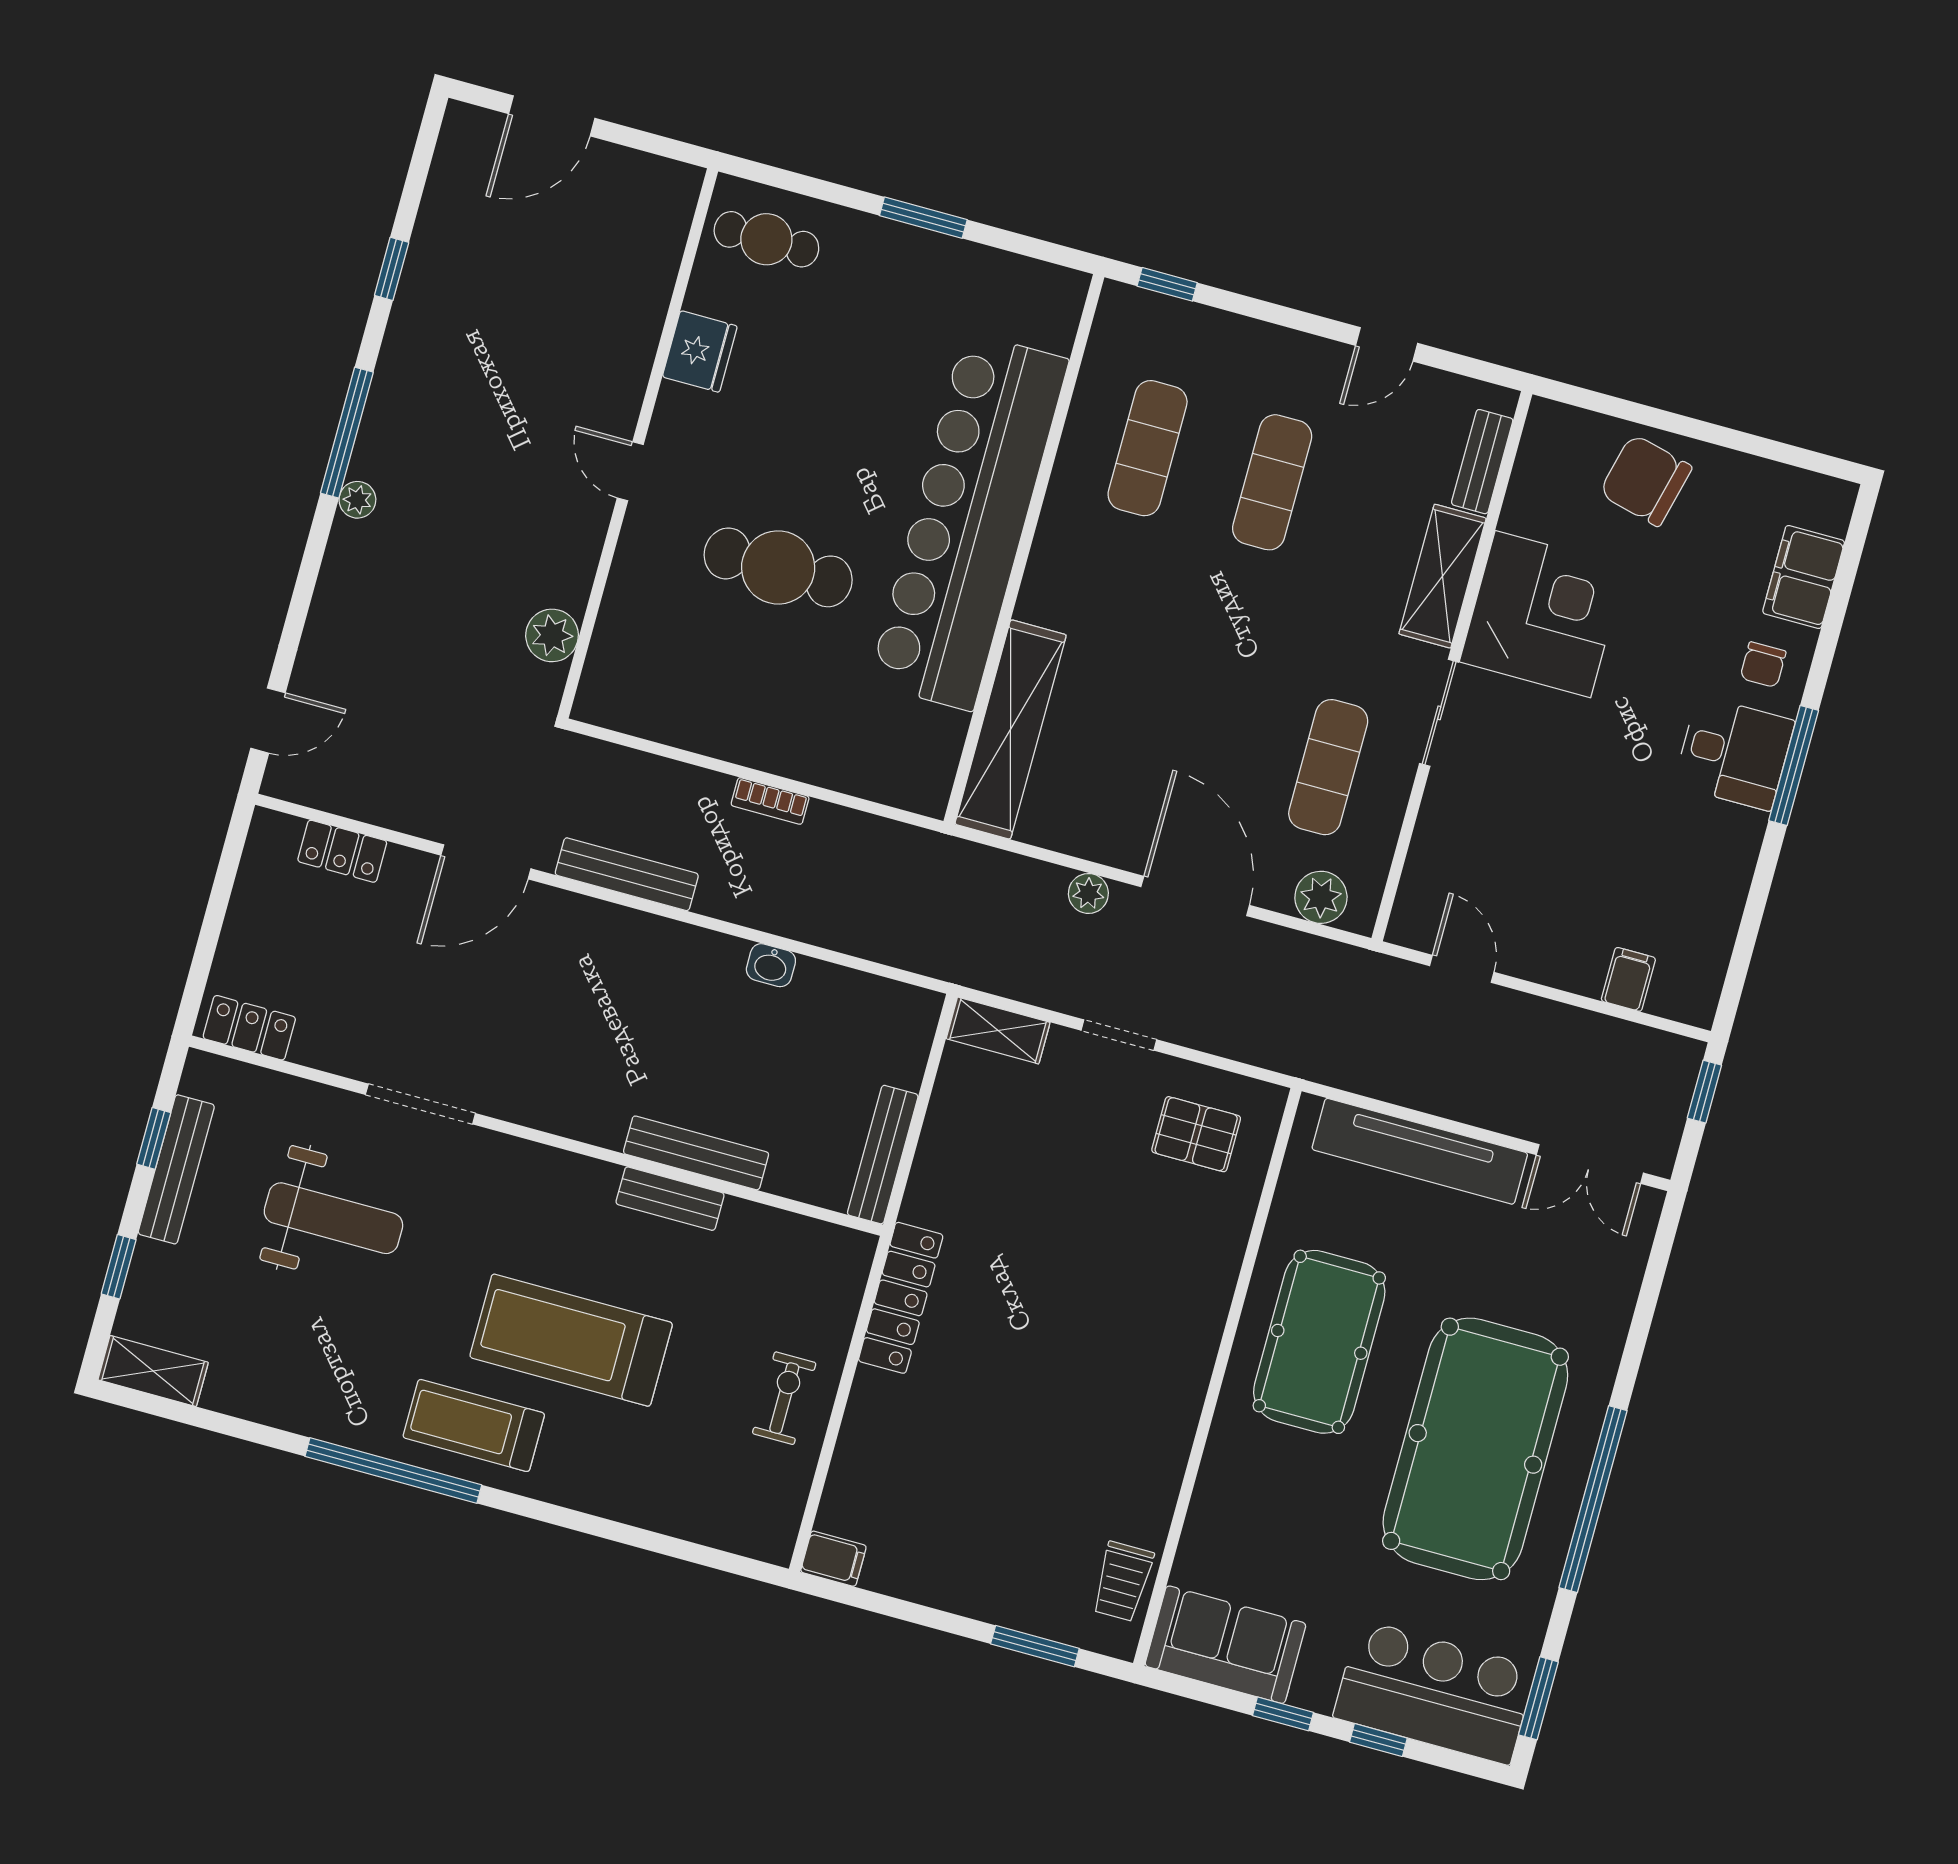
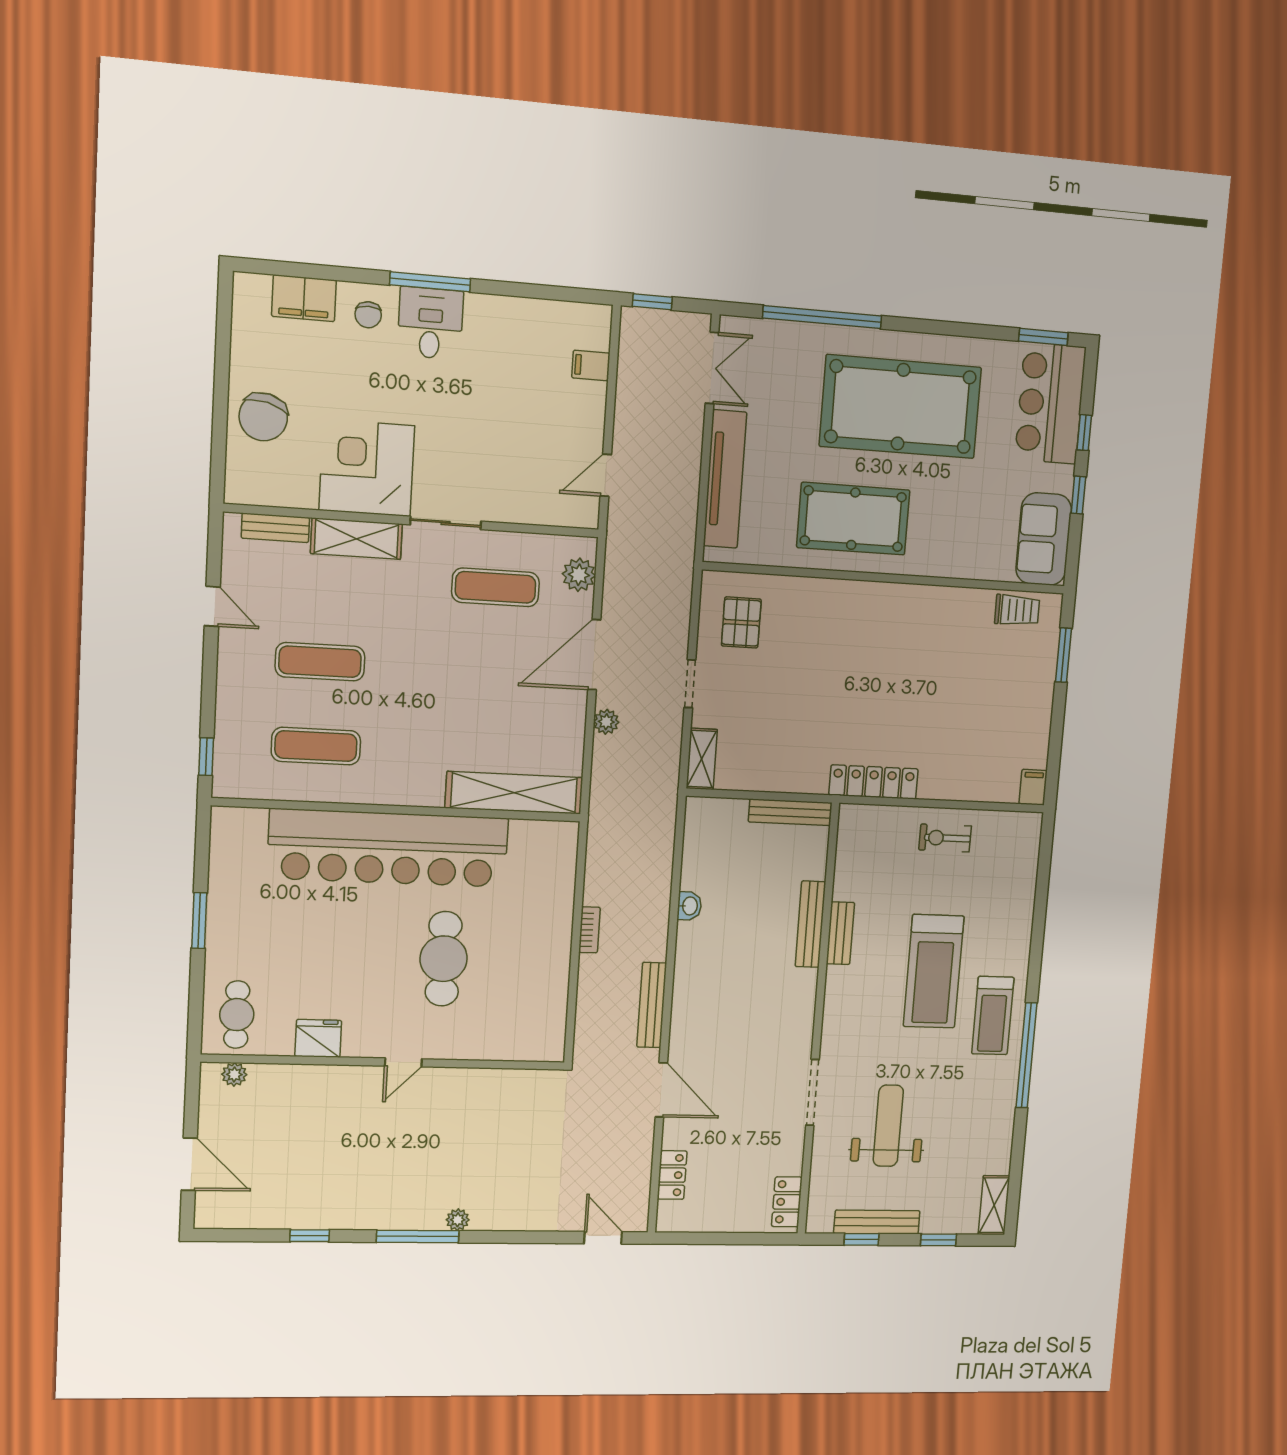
plant: (552, 635) -> (234, 1074), moved, width x0.73, depth x0.73
chair: (1763, 665) -> (368, 315), turned 90
window: (1593, 1499) -> (822, 317), moved

